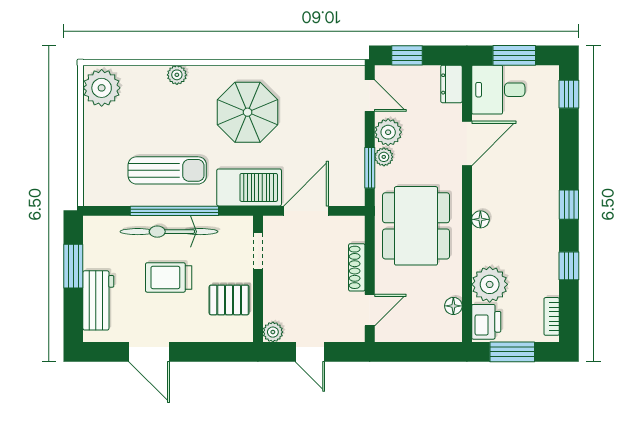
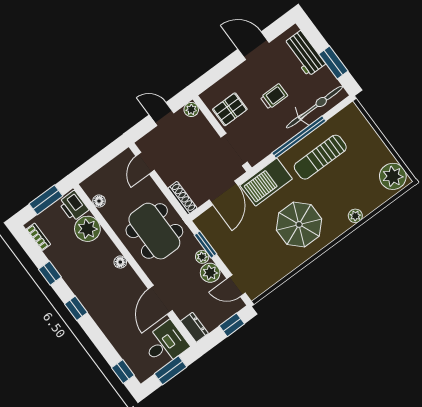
bicycle: (169, 232) -> (314, 107), moved
doorway: (258, 251) -> (234, 150), width x1.38
shoe rack: (357, 267) -> (182, 198), moved
trolley: (169, 277) -> (274, 96), width x0.73, depth x0.72

